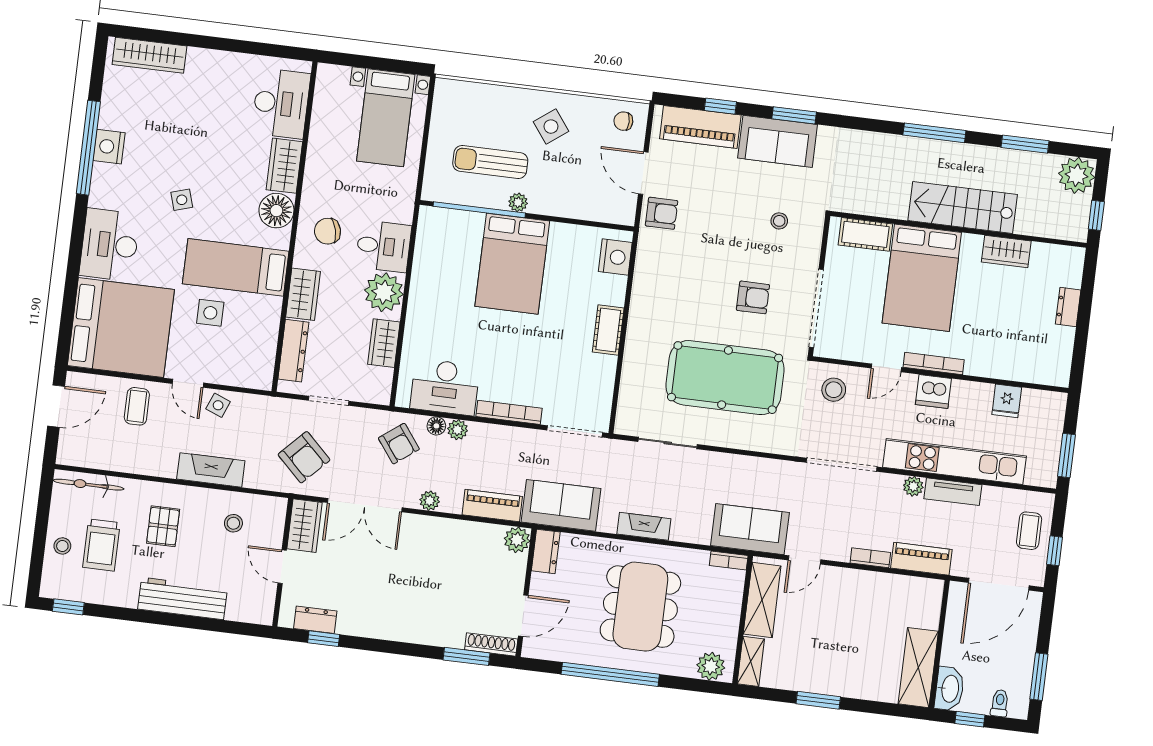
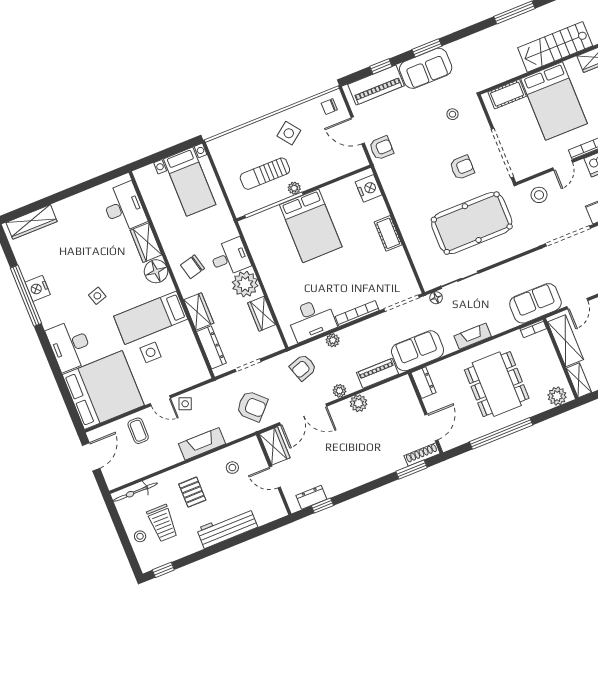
floor lamp: (436, 426) -> (436, 298), moved
armchair: (399, 444) -> (303, 367), turned 108
plant: (517, 540) -> (359, 403), moved

